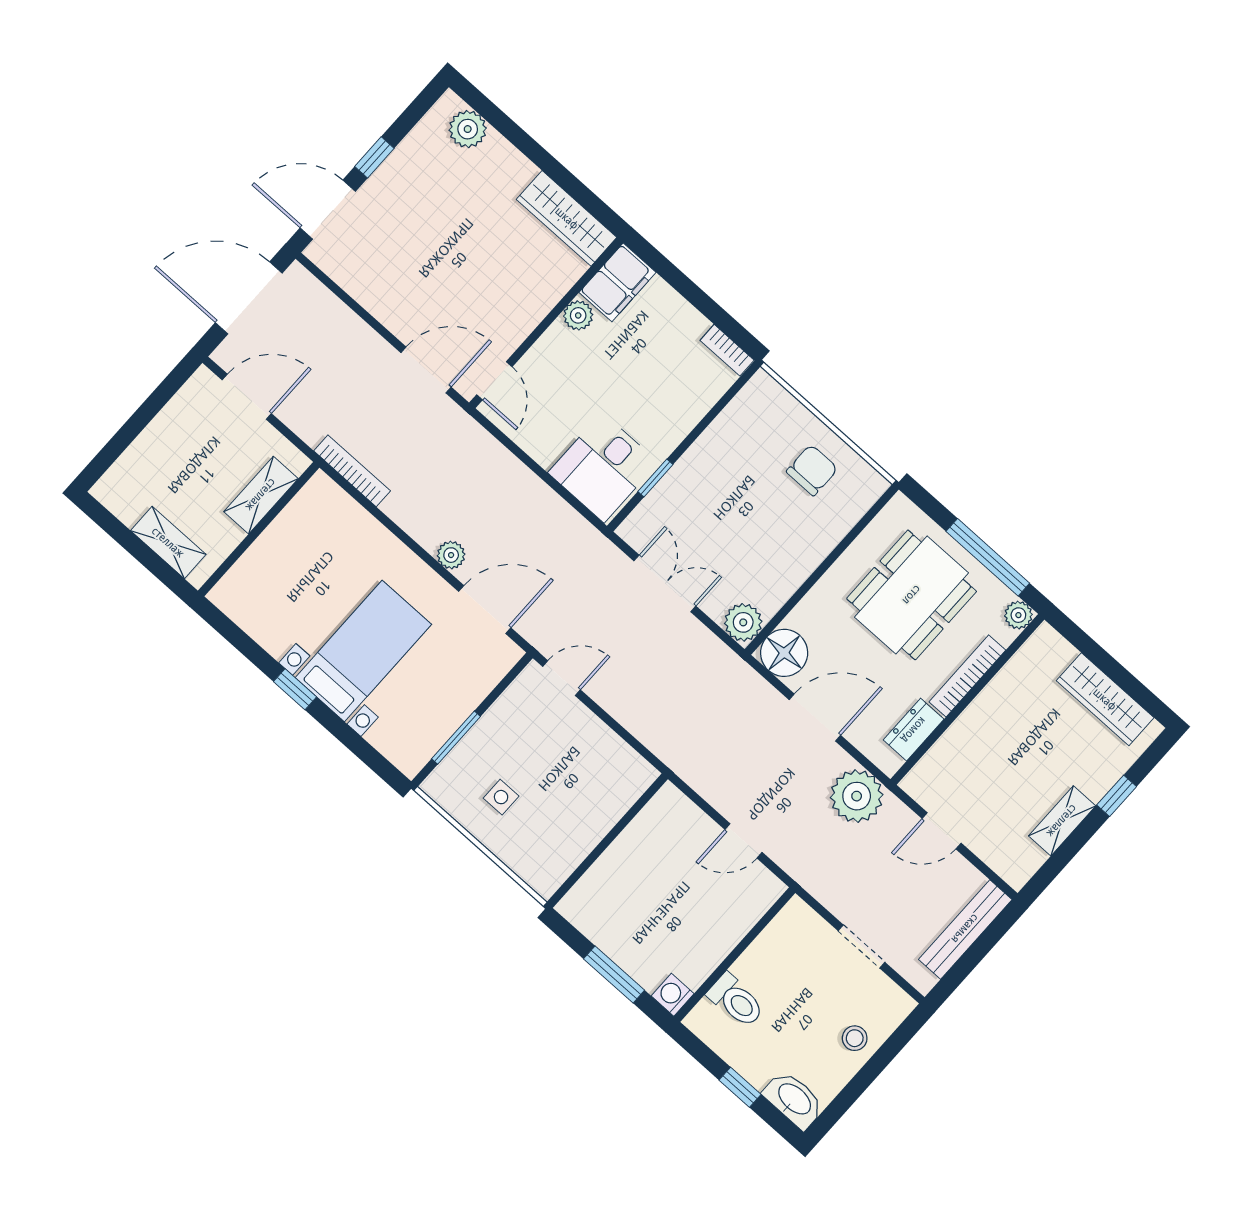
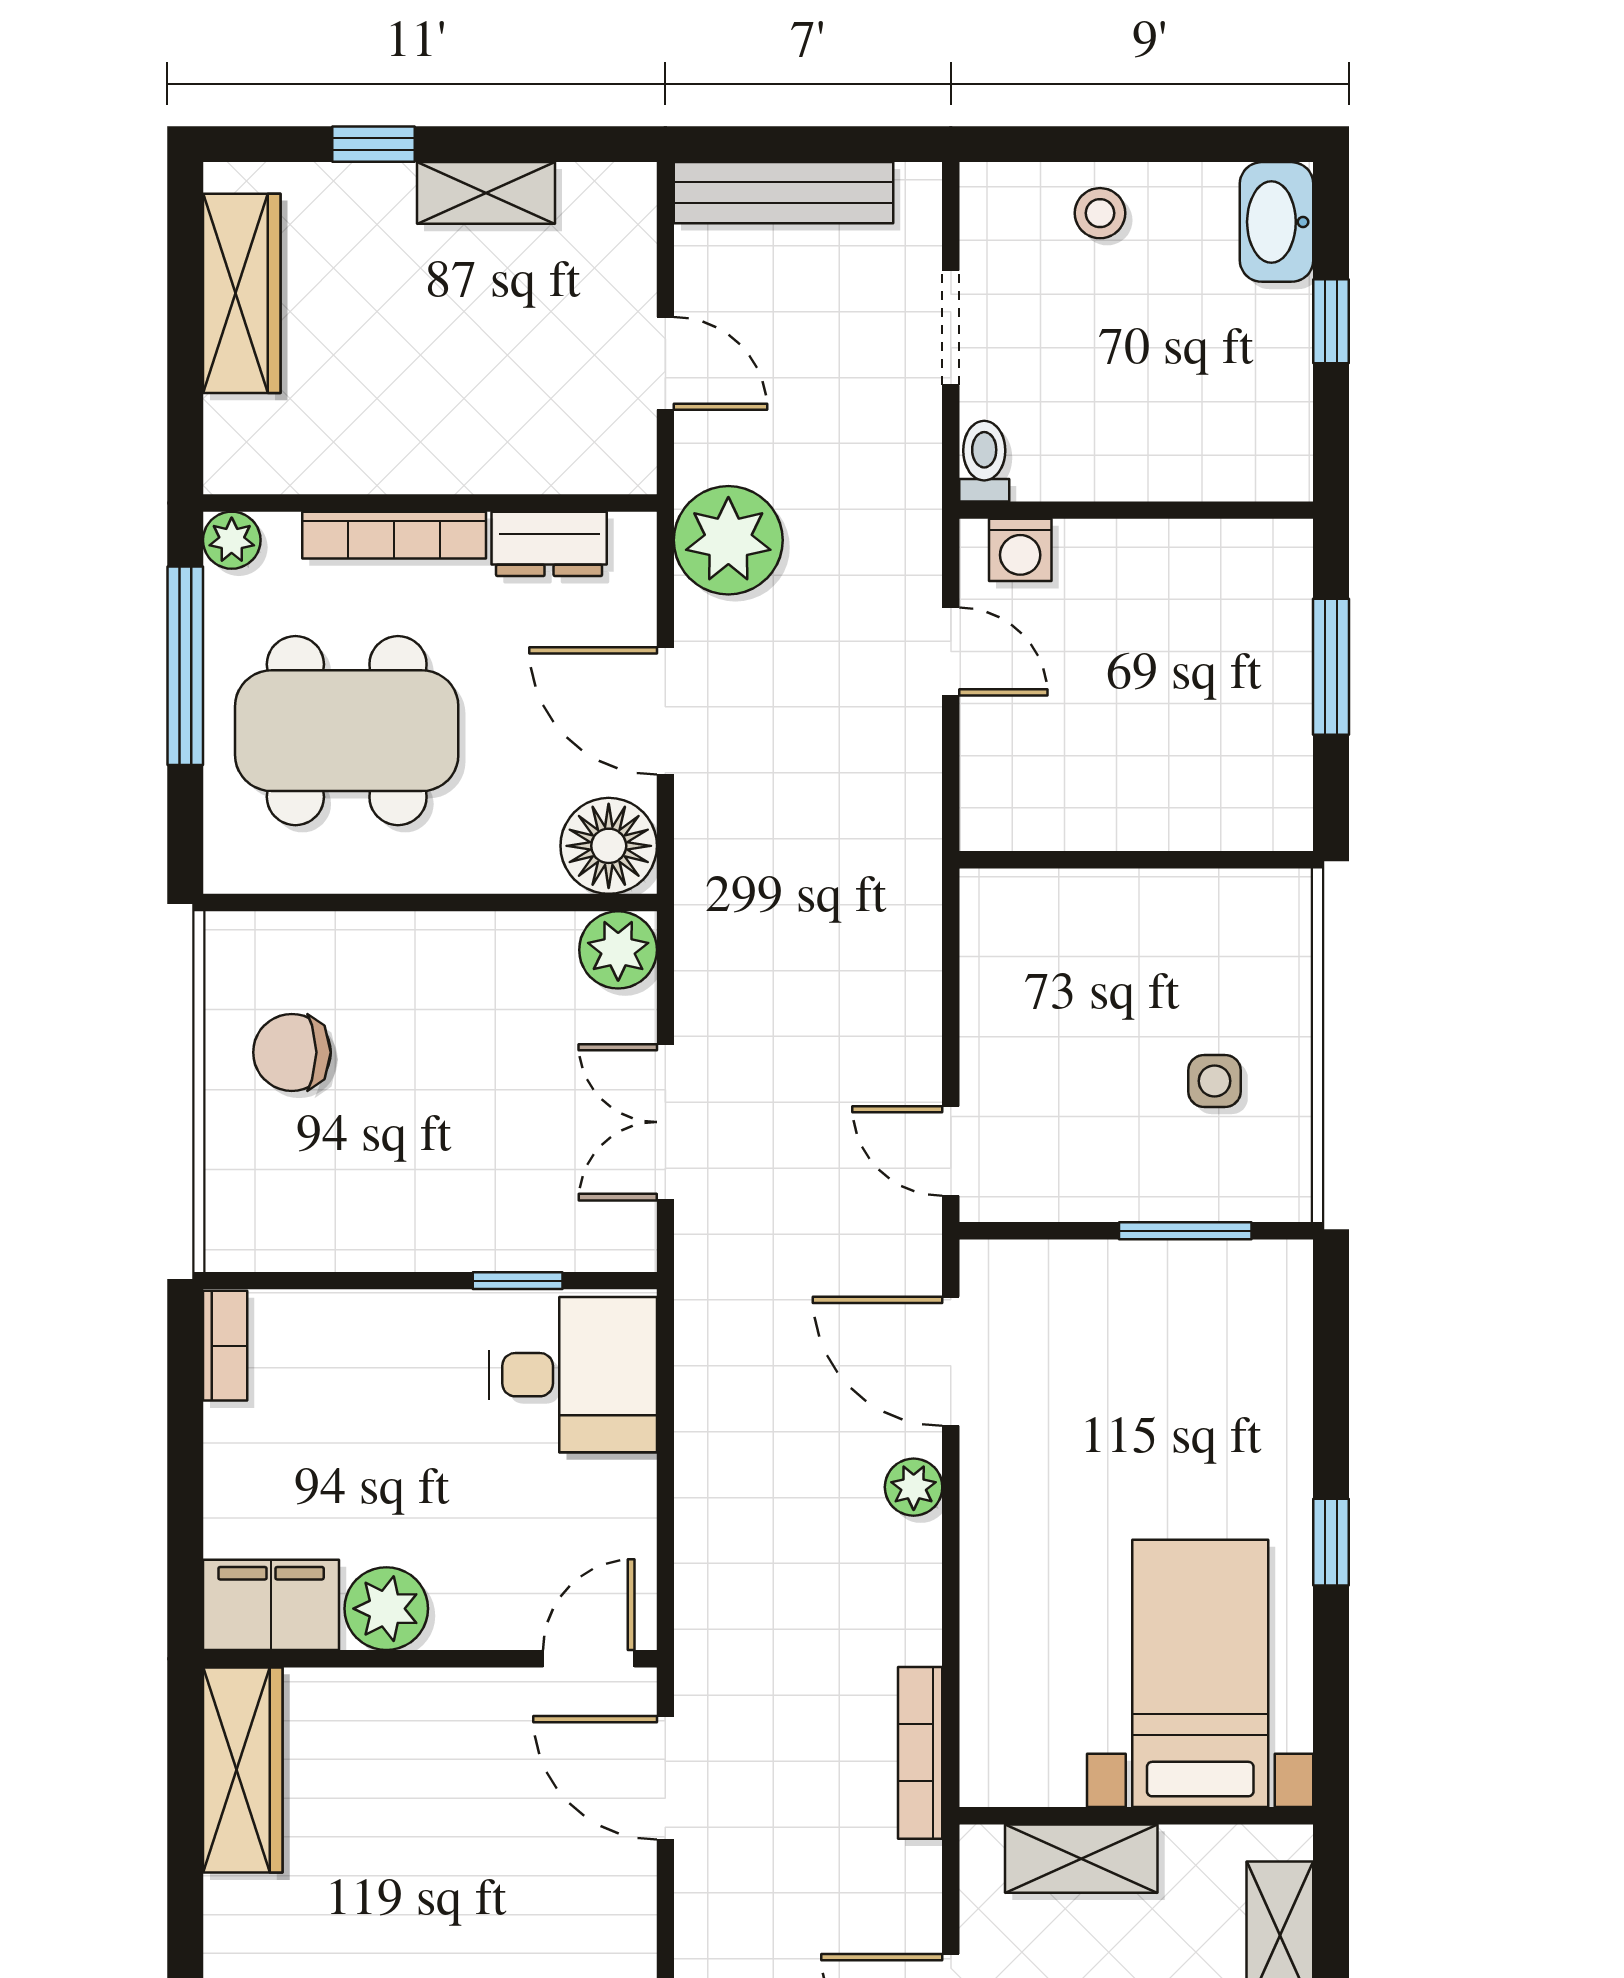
plant: (578, 315) -> (386, 1609), width x1.38, depth x1.38
bed with nightstands: (363, 651) -> (1200, 1673), moved, turned 90
washing machine: (673, 995) -> (1020, 550), moved
toilet: (736, 1000) -> (984, 461), moved, width x0.73, depth x0.72

